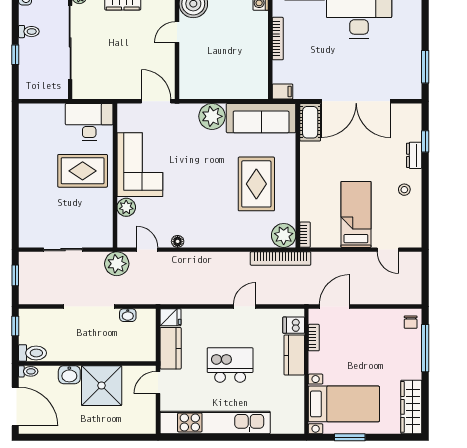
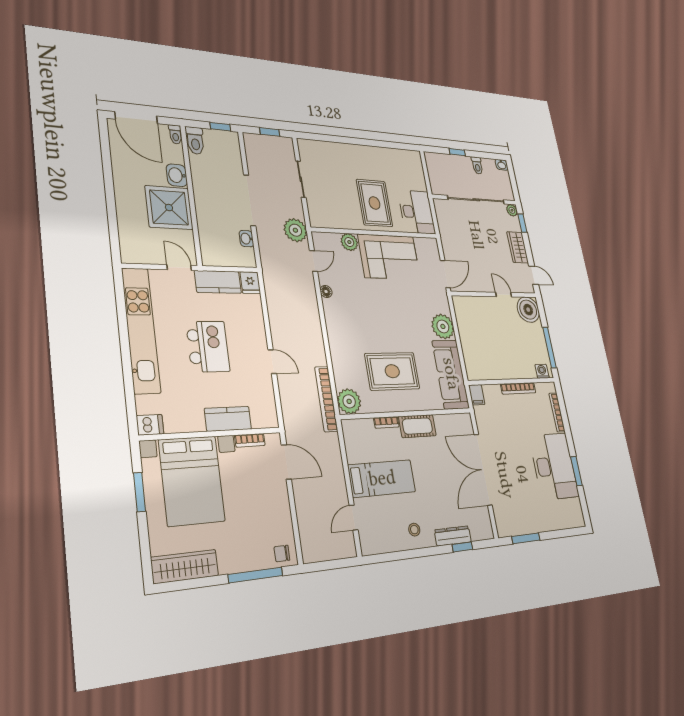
cot: (310, 122) -> (417, 426), moved
dresser: (414, 155) -> (453, 536), width x1.44
bookcase: (305, 235) -> (386, 422), moved
dishwasher: (294, 325) -> (150, 425), moved, turned 90
bed with nightstands: (344, 404) -> (192, 480), width x1.36
door: (15, 406) -> (136, 118), hinge flipped

